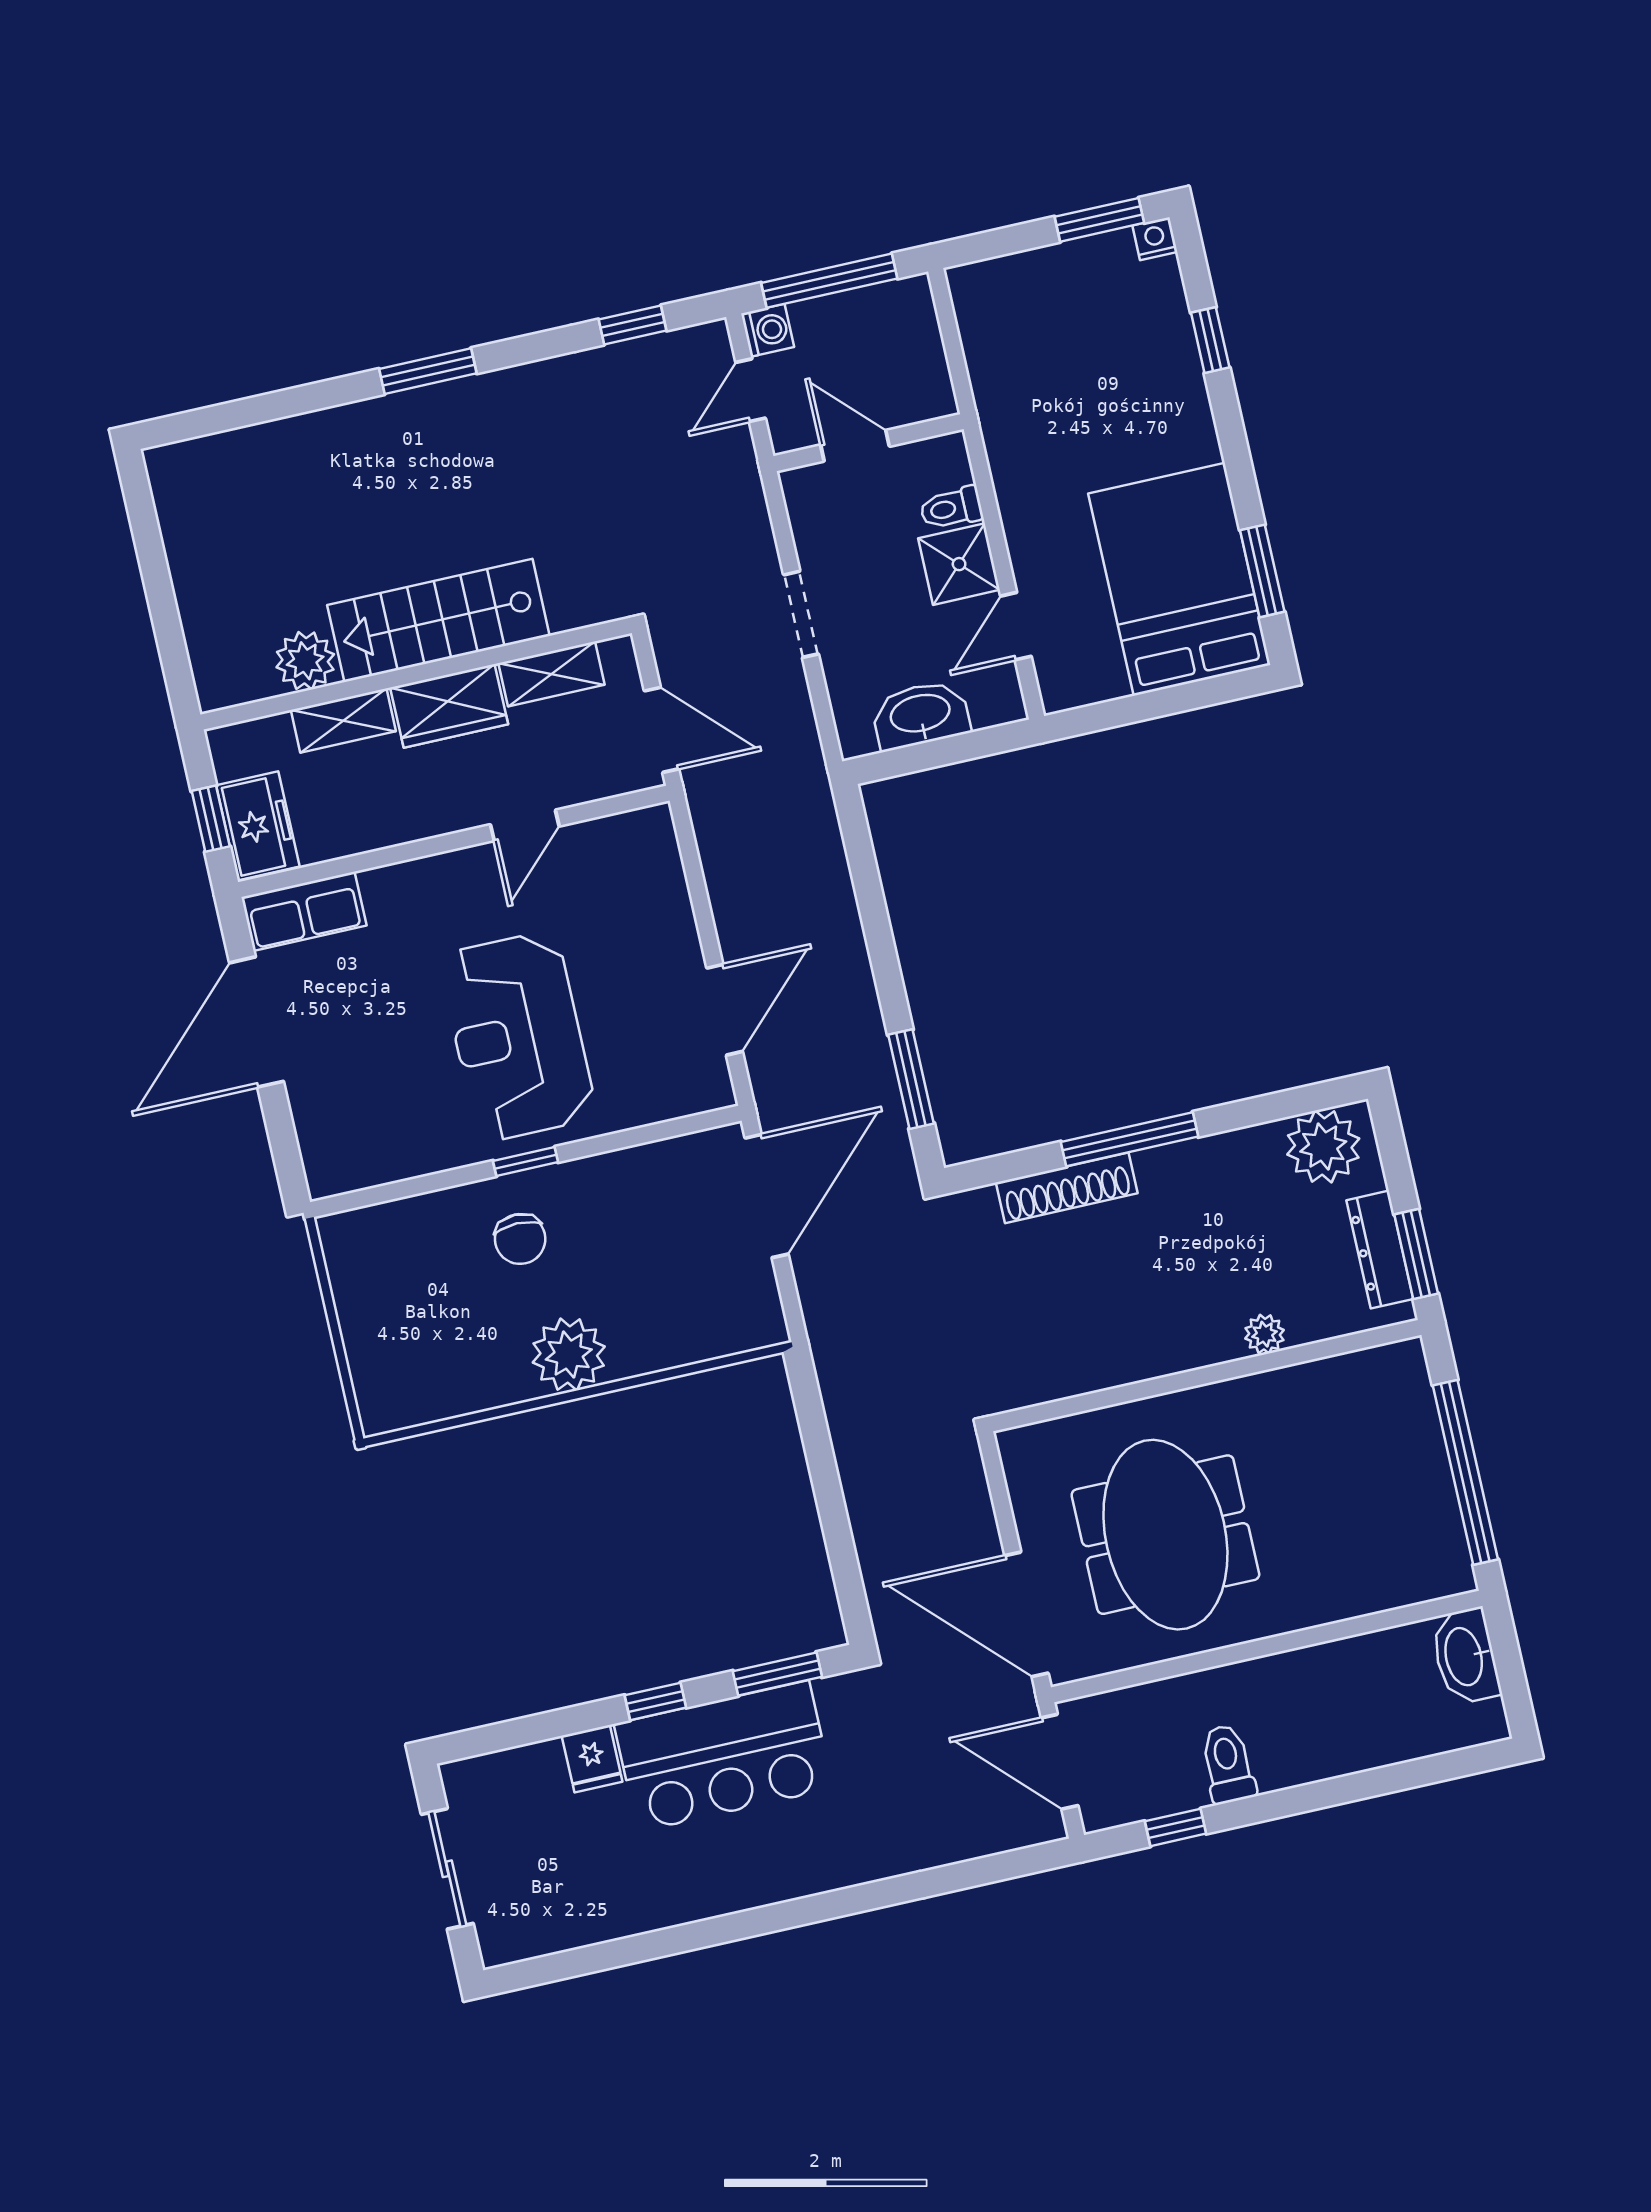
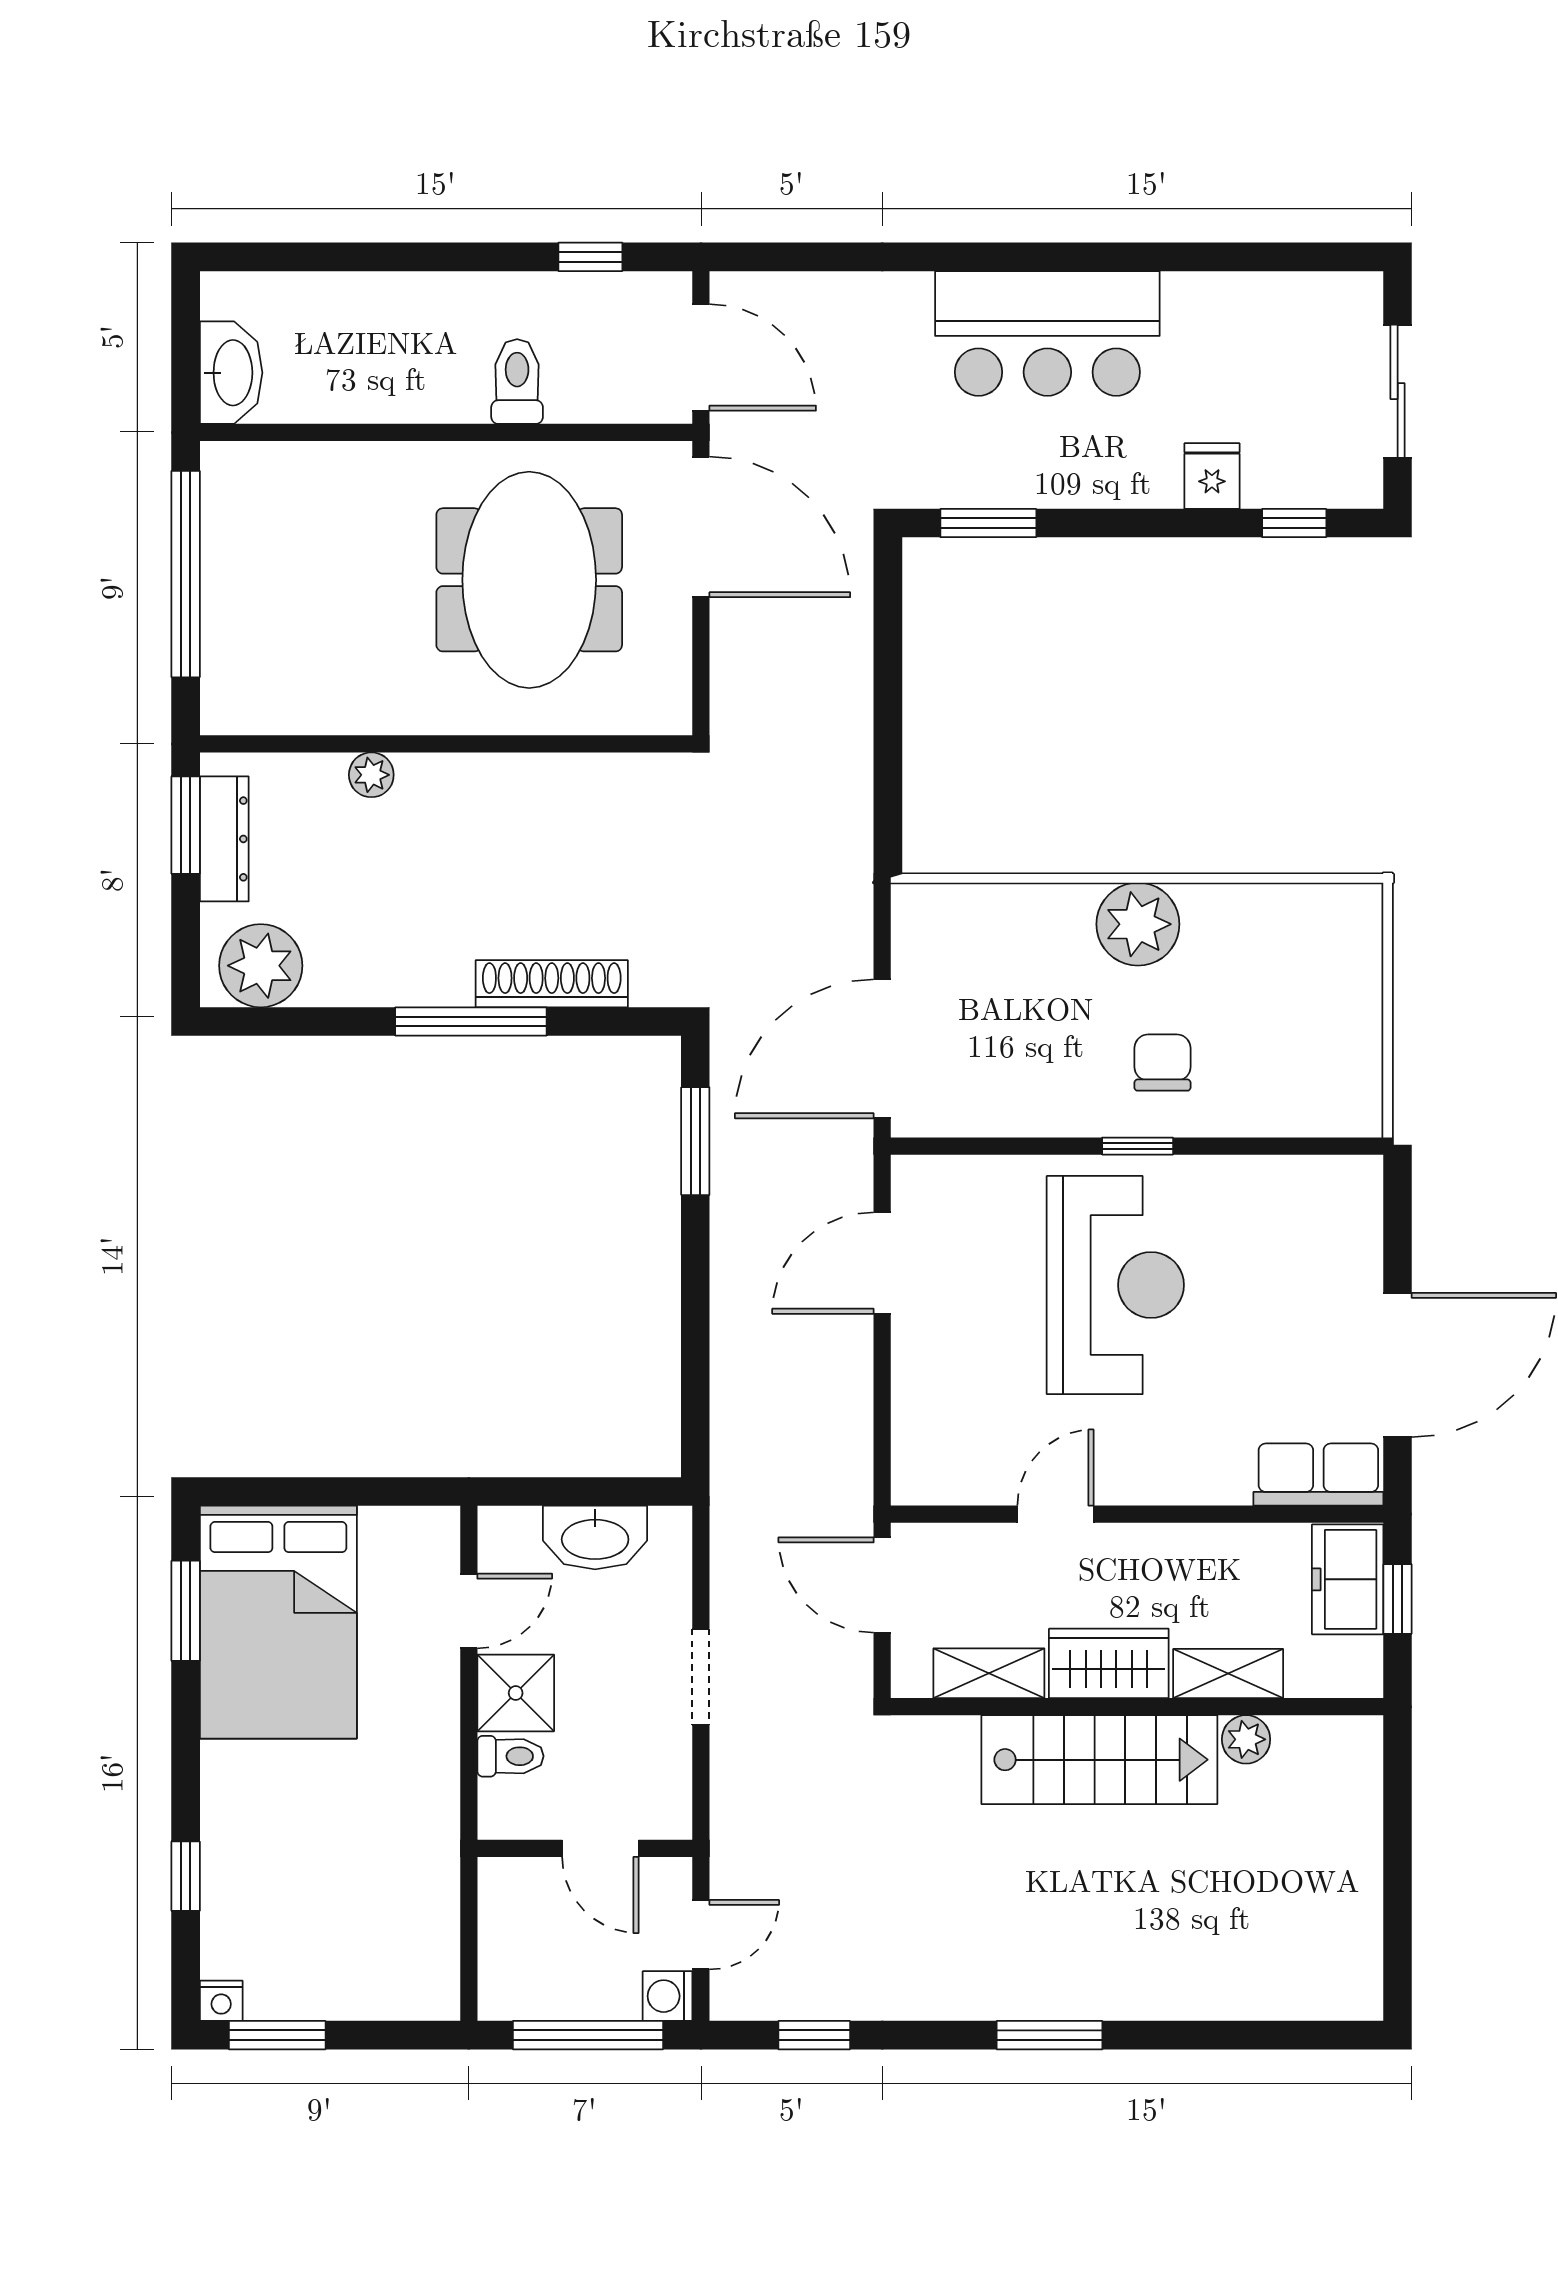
plant: (305, 661) -> (1246, 1739), width x0.73, depth x0.73
window: (655, 1701) -> (1294, 523), moved
bar counter: (723, 1756) -> (1047, 333), moved, turned 180
toilet: (1228, 1764) -> (517, 381), moved, turned 180

